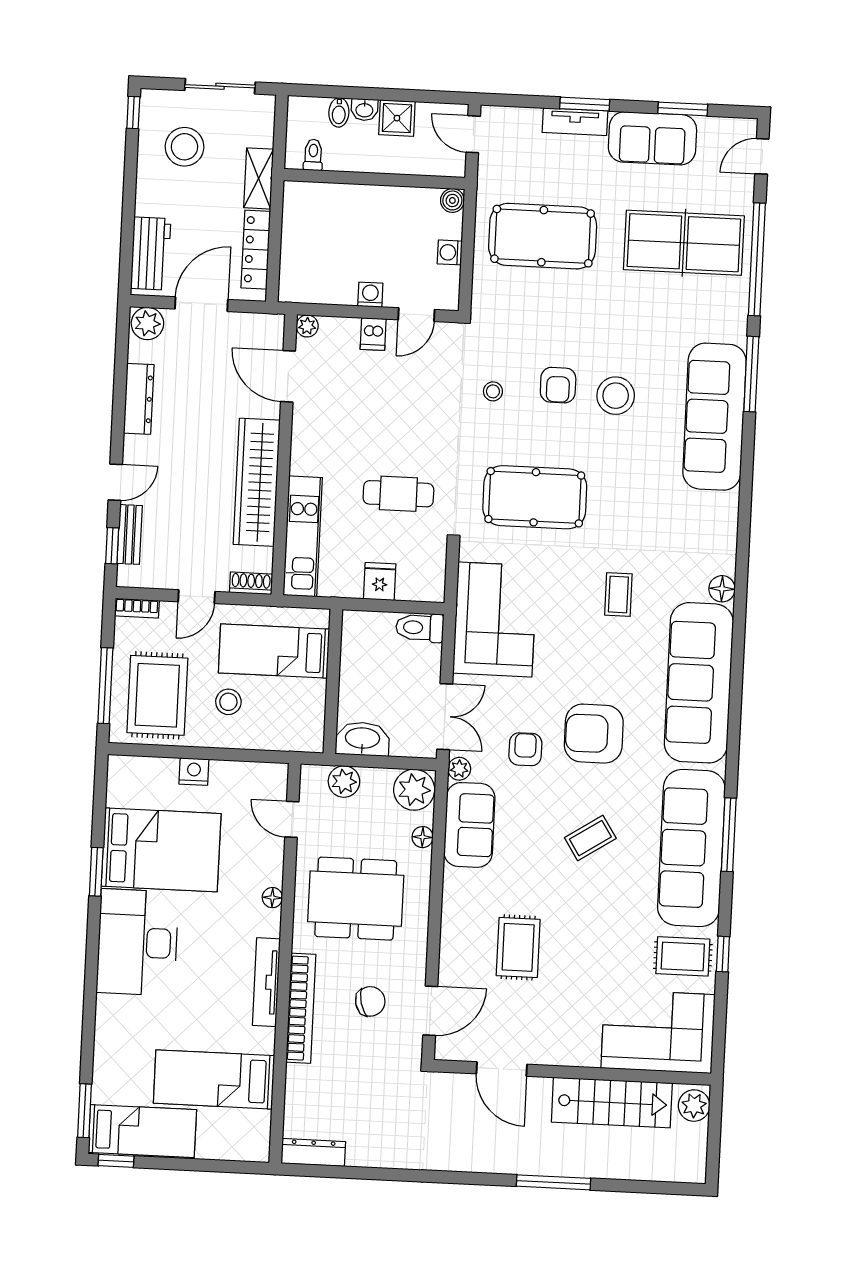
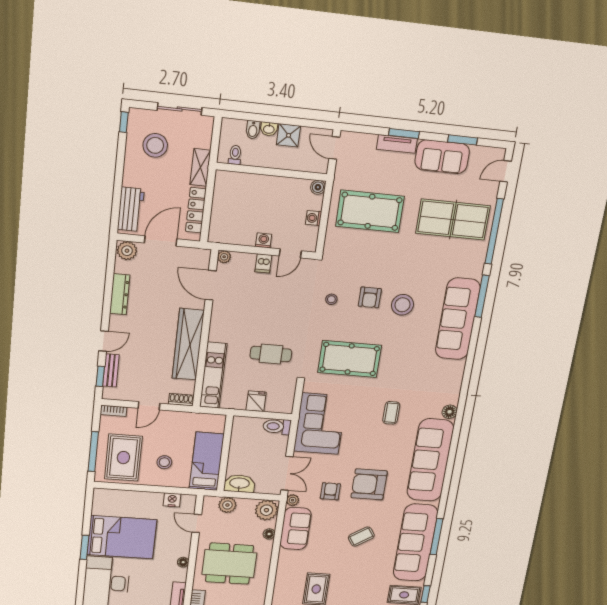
bed: (274, 651) -> (207, 461), moved, turned 90
nightstand: (194, 772) -> (172, 500), moved

